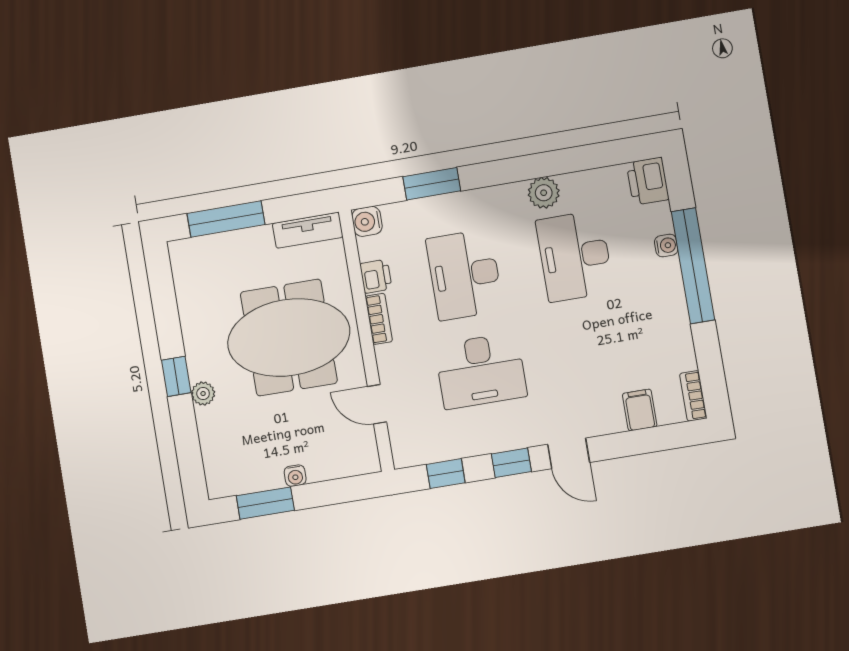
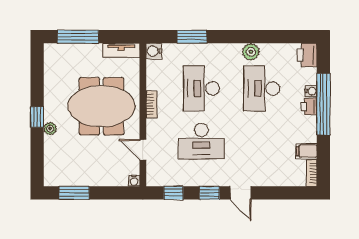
printer: (376, 276) -> (309, 106), moved, turned 180
filing cabinet: (640, 410) -> (307, 151), moved, turned -90
water cooler: (295, 476) -> (134, 181), moved

